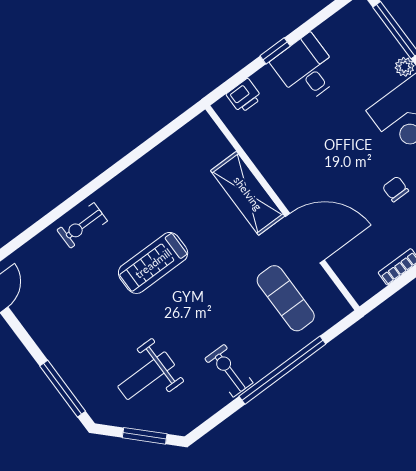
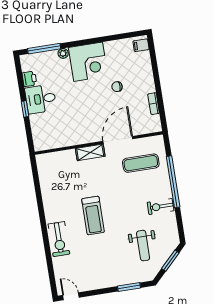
printer: (244, 96) -> (29, 79), moved
shelving: (248, 193) -> (90, 152), width x0.67, depth x0.75
exercise bike: (82, 225) -> (59, 239), width x1.38, depth x1.39
window: (63, 389) -> (129, 287), width x0.69

